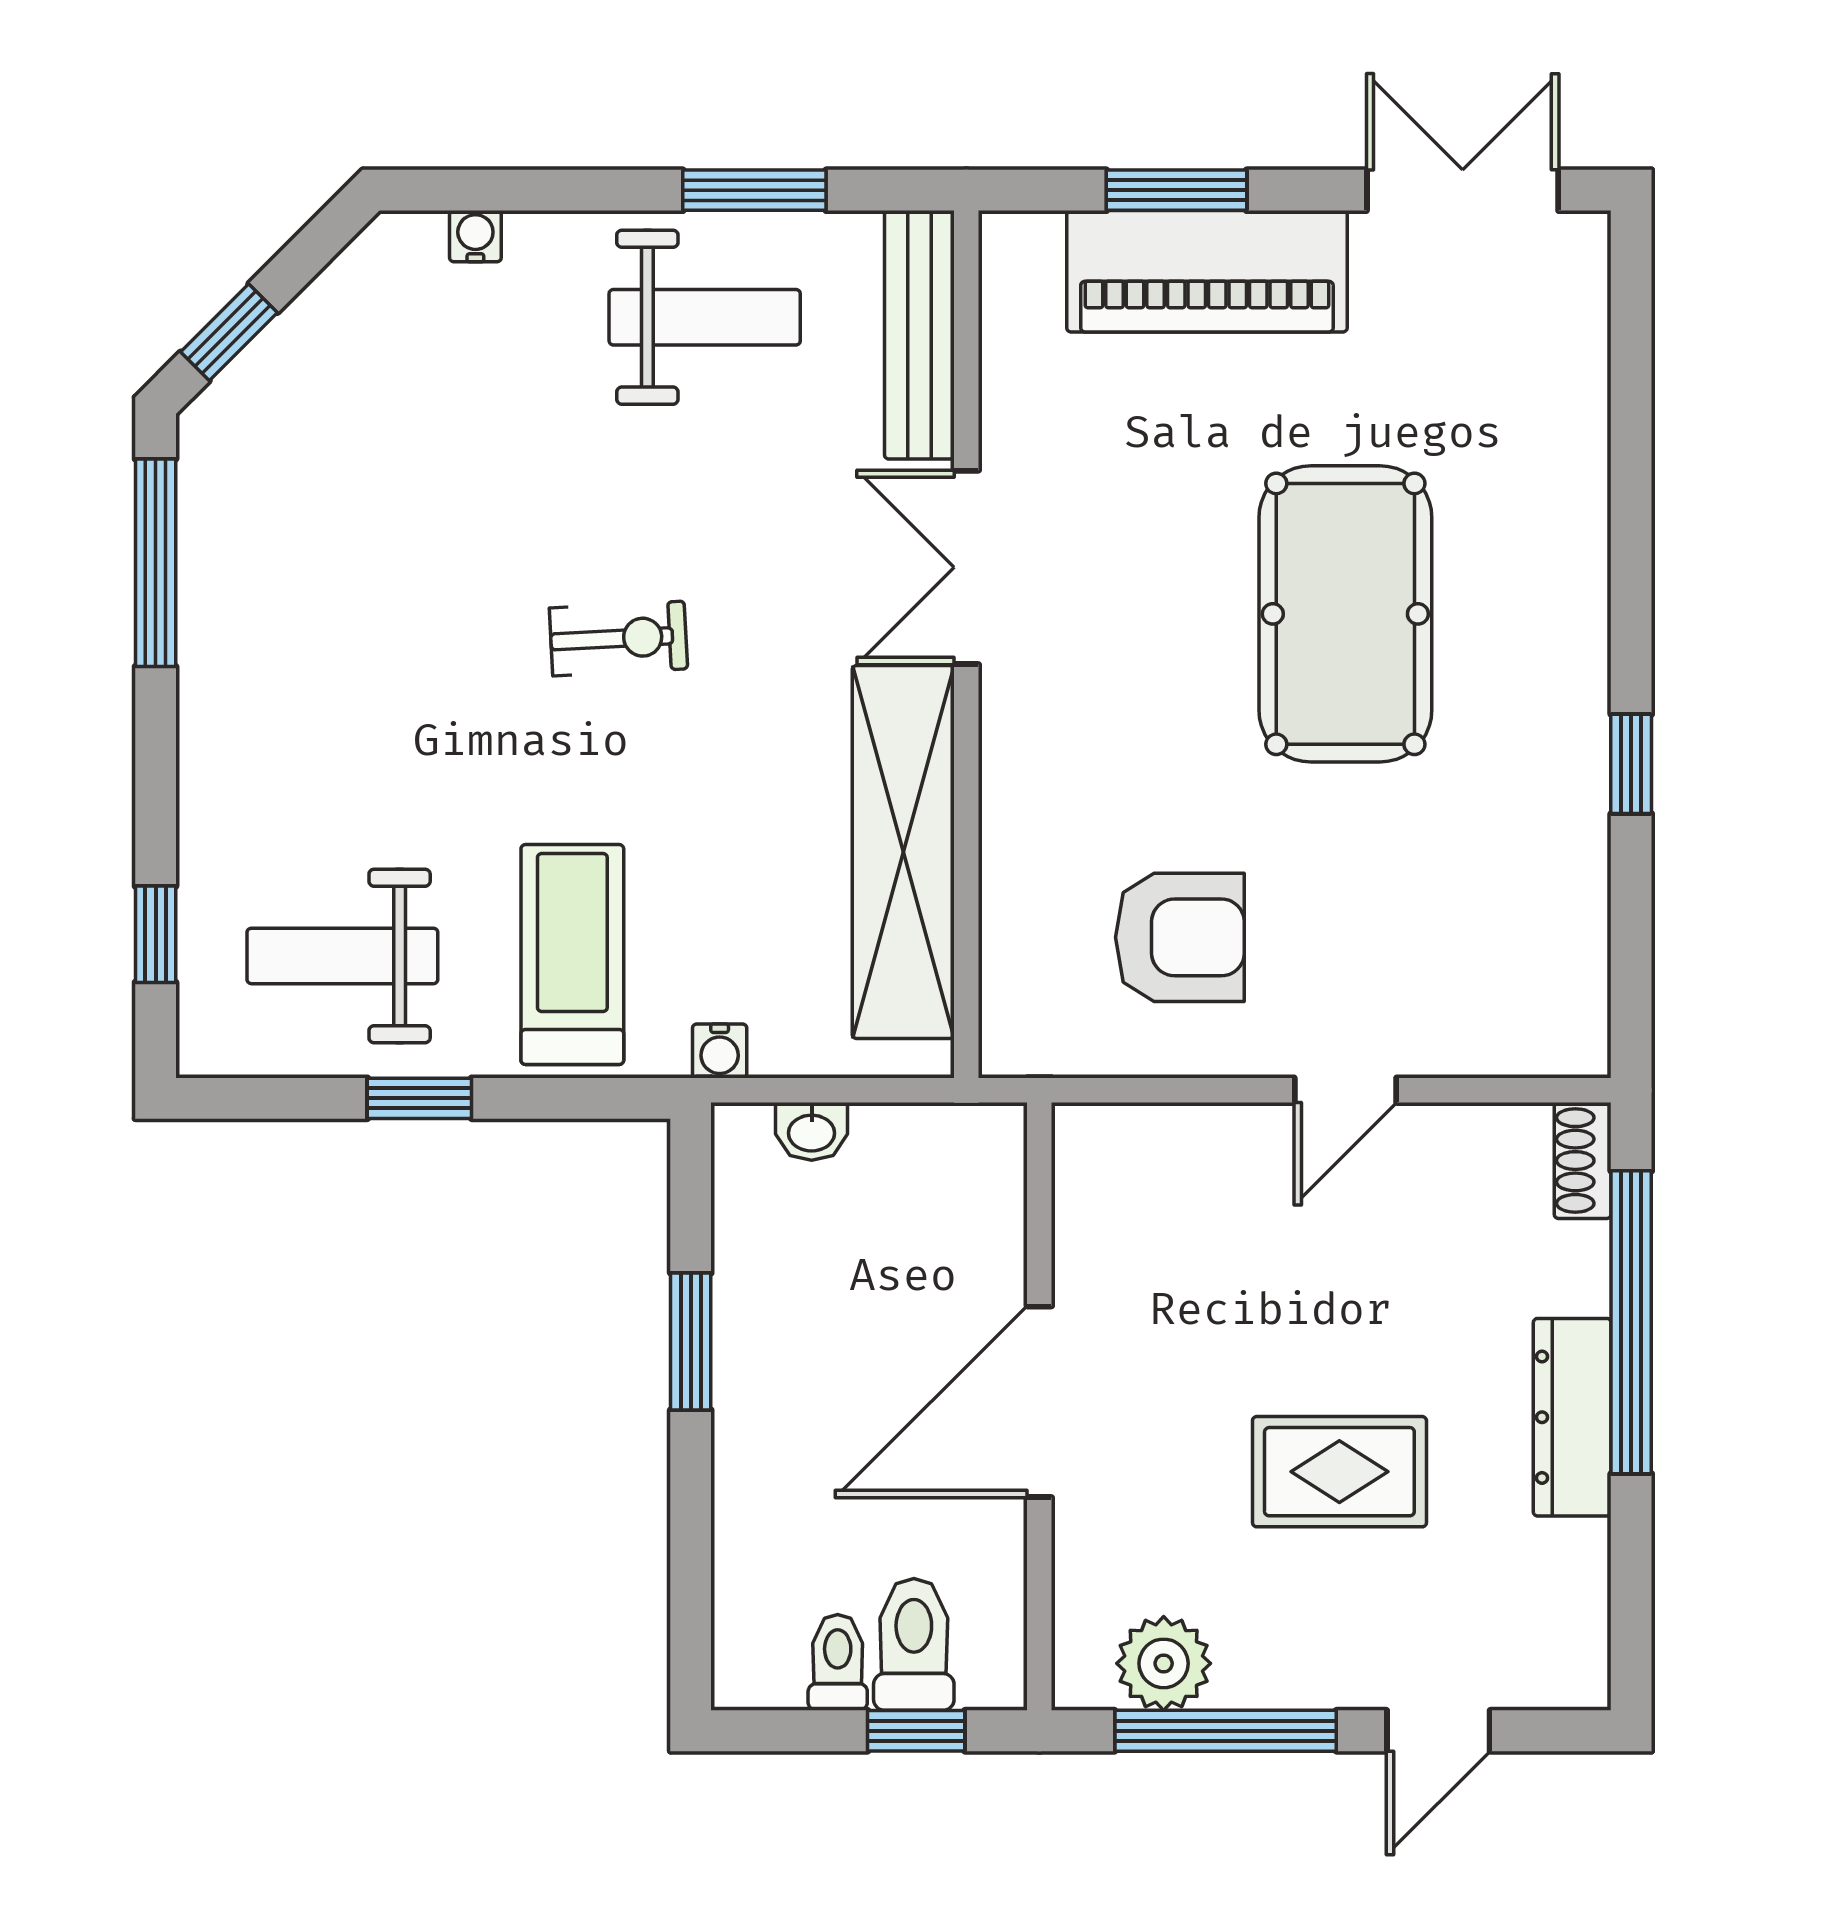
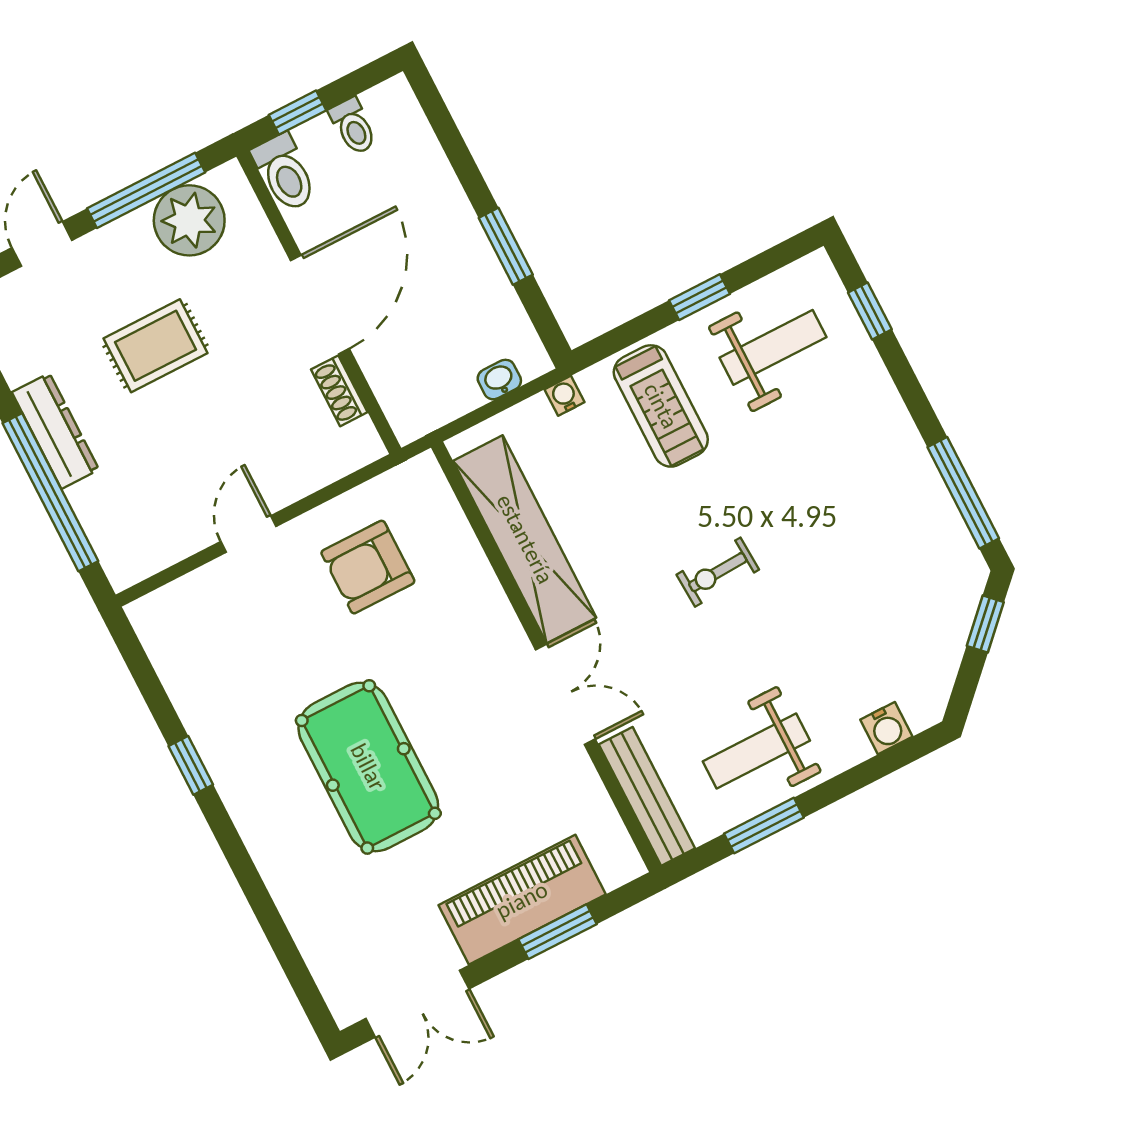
water cooler: (475, 236) -> (886, 728), width x1.38, depth x1.38
shoe rack: (1583, 1161) -> (339, 391), moved, turned 180
toilet: (914, 1644) -> (285, 173), moved
plant: (1164, 1663) -> (189, 220), width x1.36, depth x1.36

